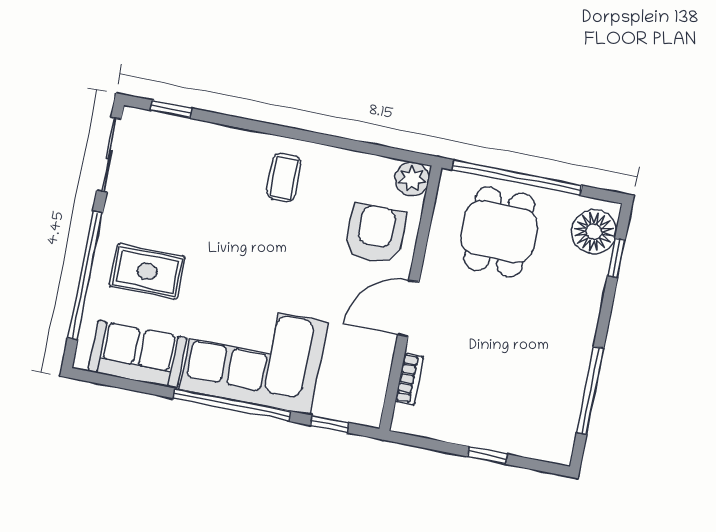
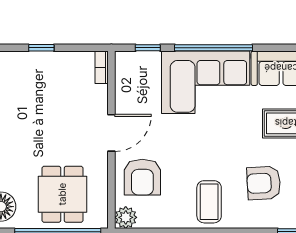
coffee table: (284, 178) -> (209, 202), width x1.36, depth x1.30
armchair: (197, 189) -> (264, 183), added
bookcase: (409, 379) -> (102, 67), moved

